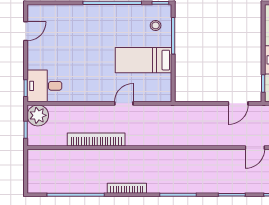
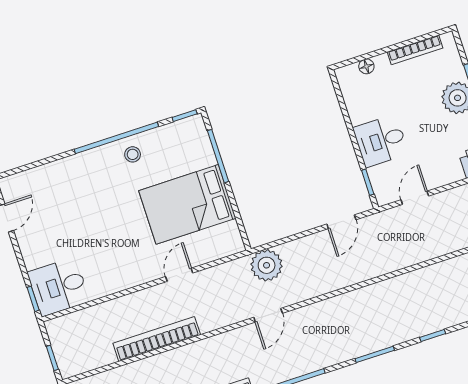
stool: (156, 25) -> (133, 154), moved
bed: (144, 60) -> (187, 204), width x1.50
plant: (38, 115) -> (267, 265), moved
door: (255, 148) -> (268, 315), moved

